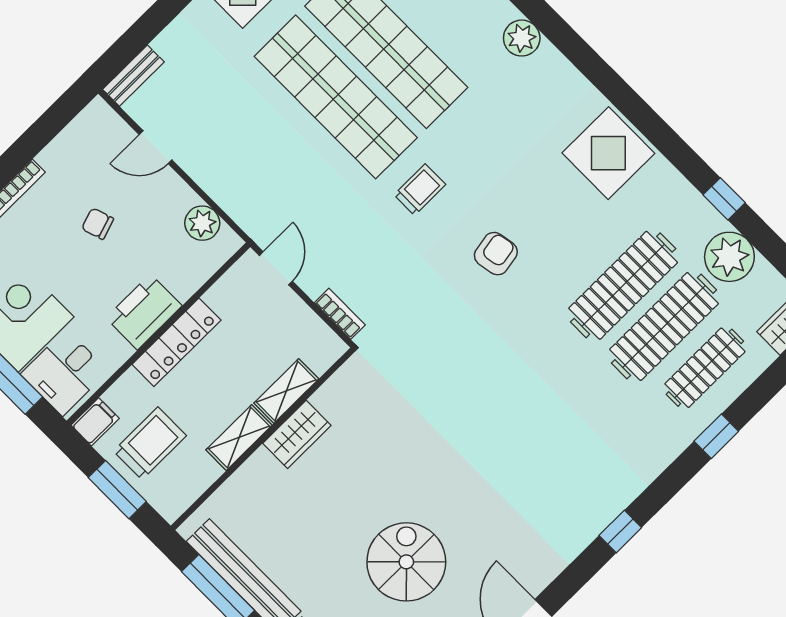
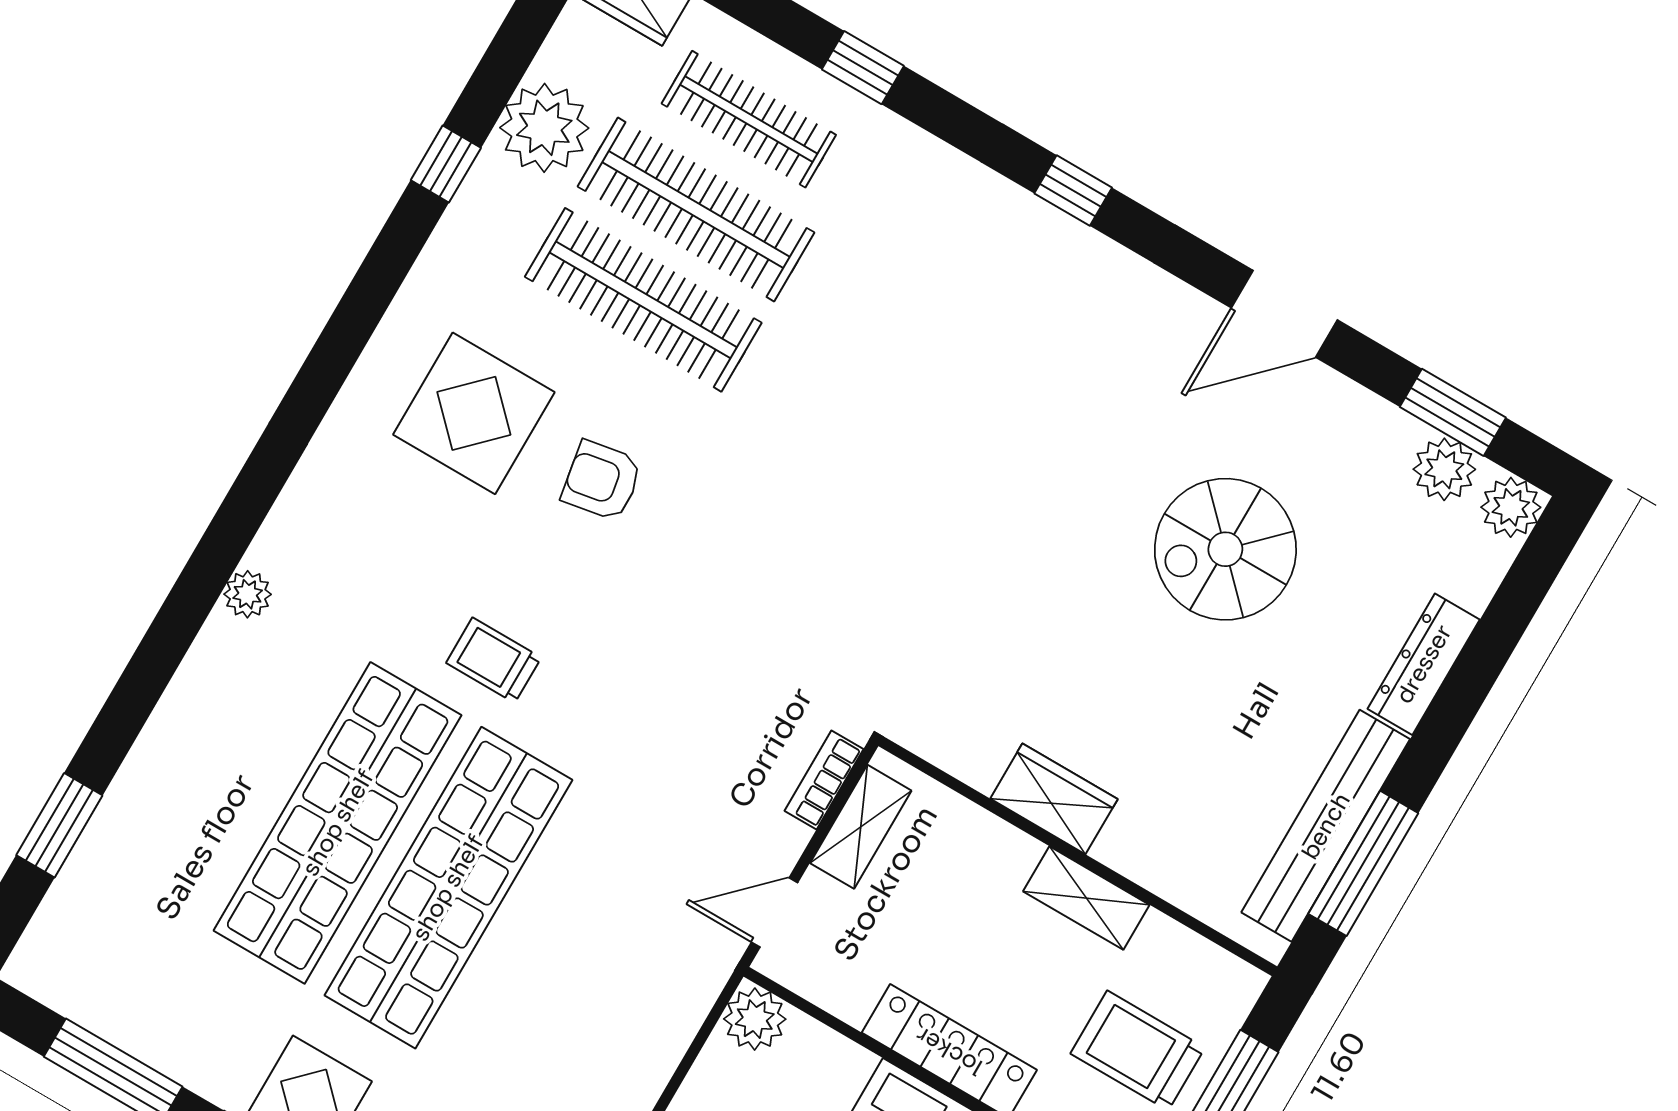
plant: (522, 38) -> (248, 594), width x0.73, depth x0.73
display table: (608, 153) -> (474, 413), moved
trolley: (420, 190) -> (494, 660), moved
plant: (202, 223) -> (755, 1019), moved
armchair: (496, 254) -> (602, 481), moved
shelving: (286, 391) -> (861, 827), moved, turned 90

